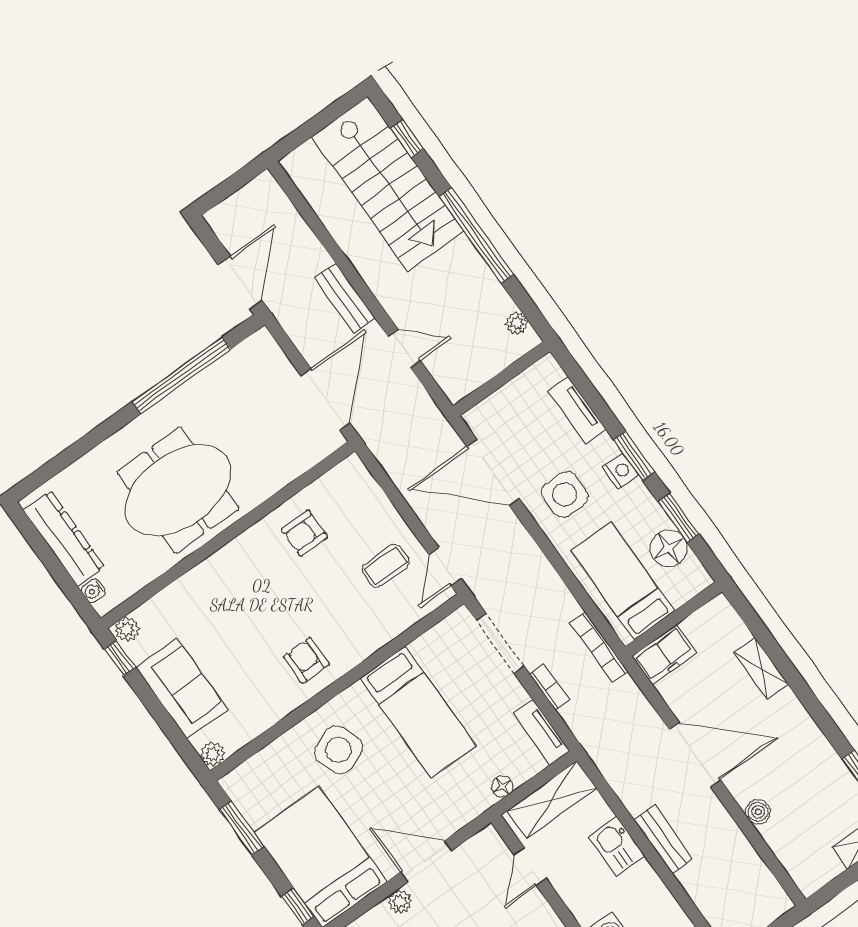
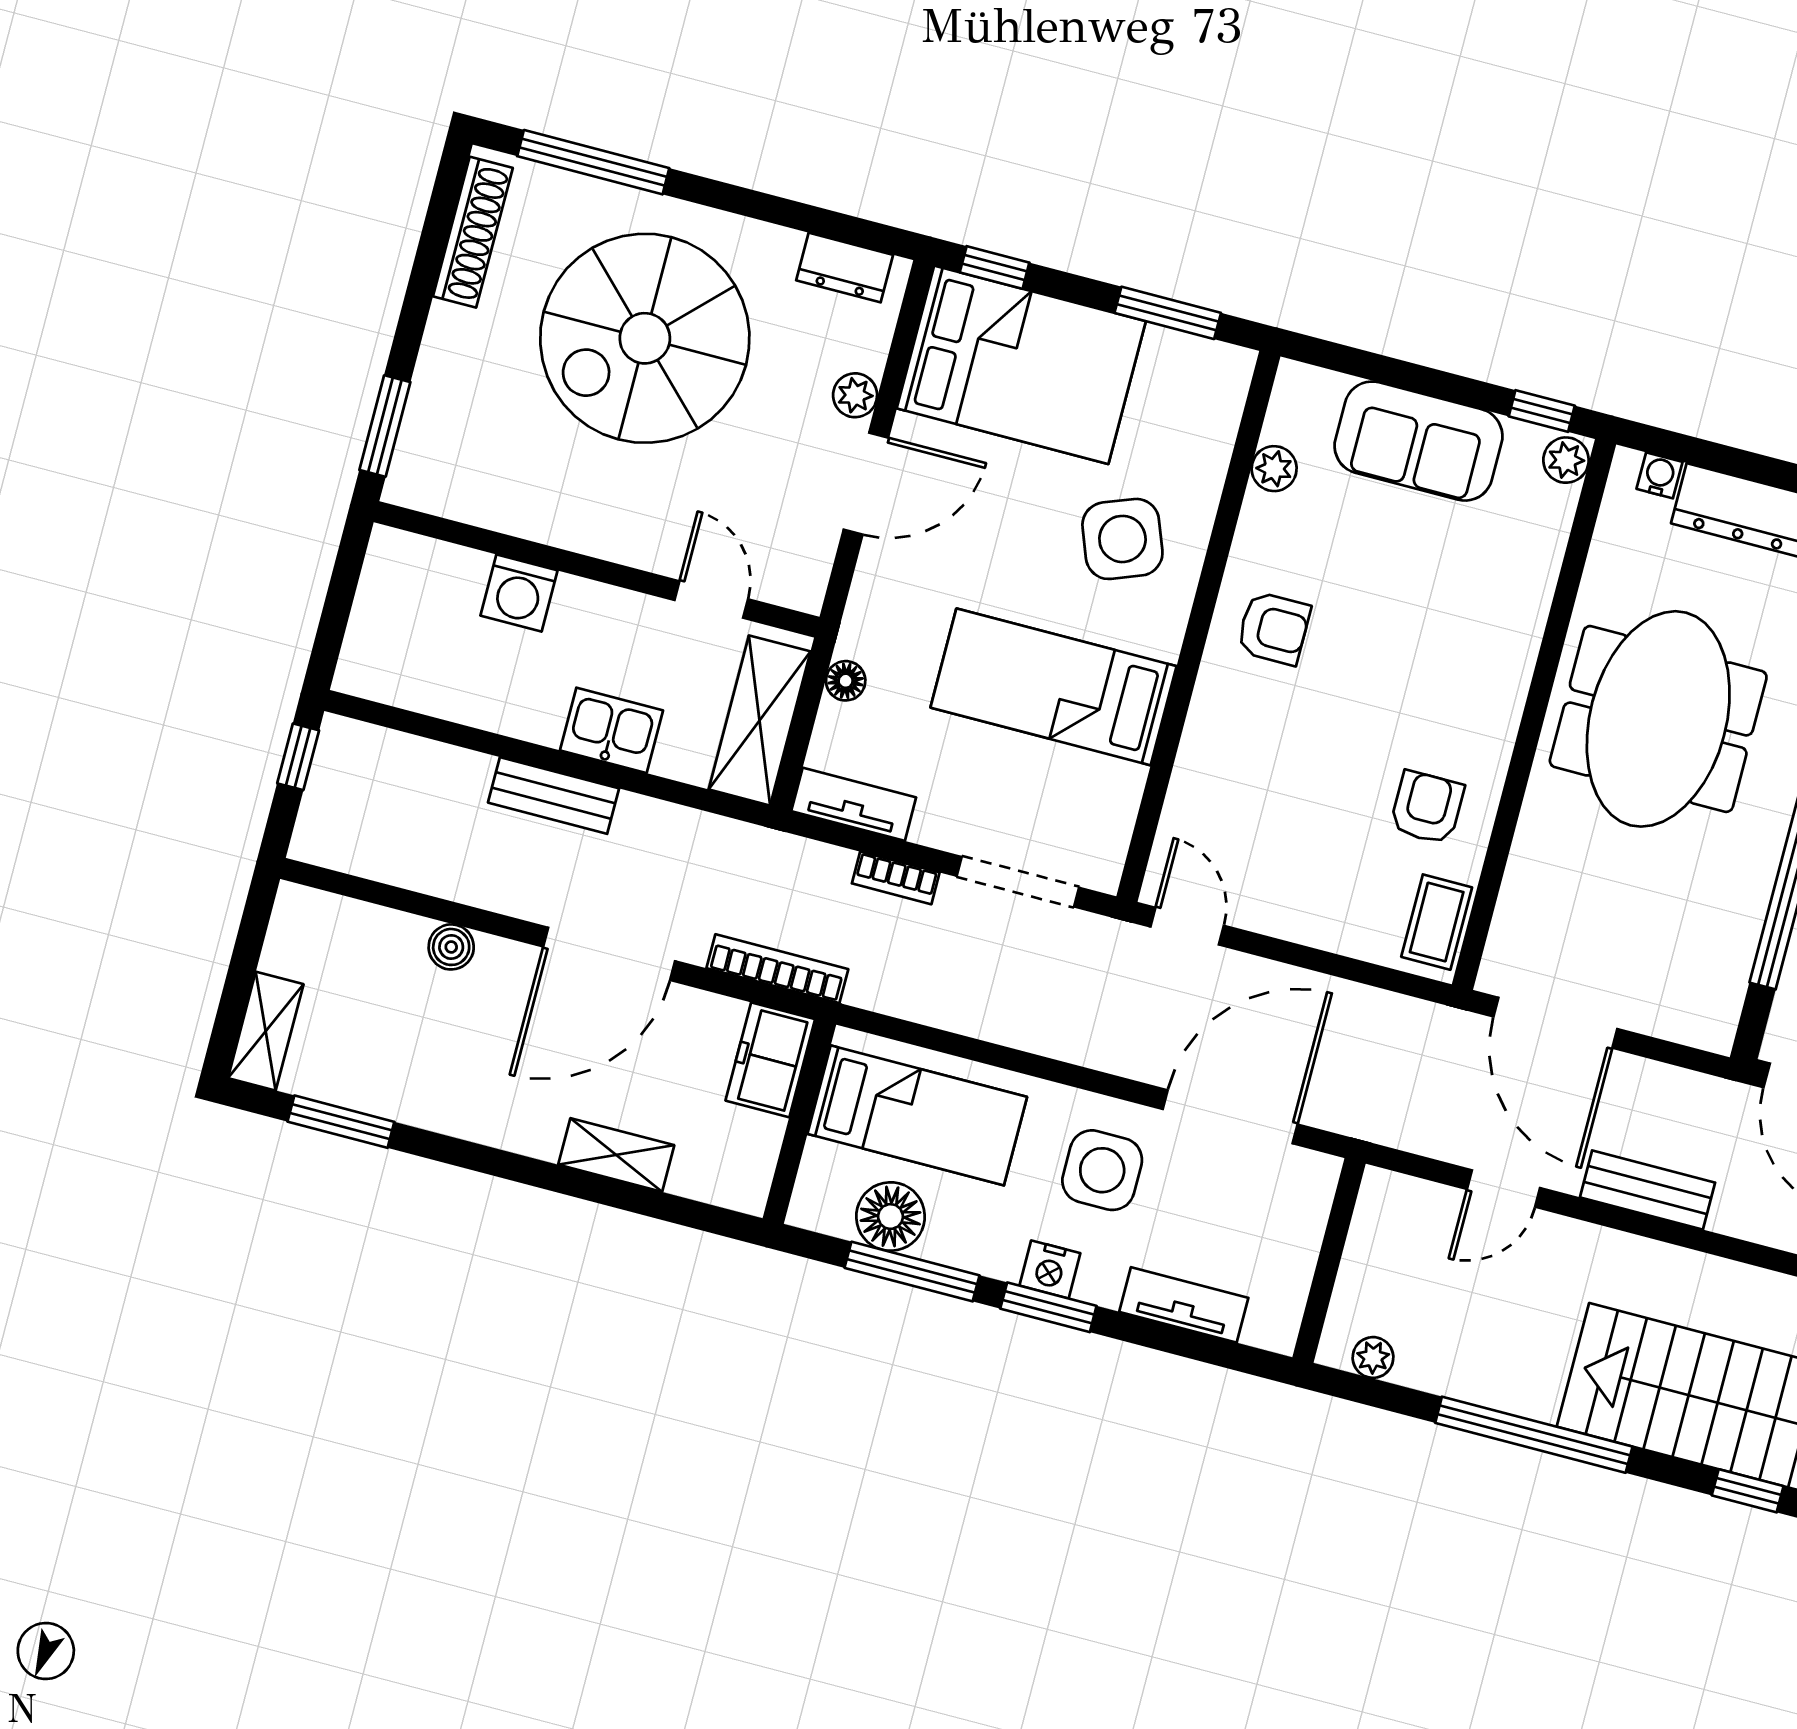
window: (679, 518) -> (912, 1272), width x1.44
coffee table: (386, 566) -> (1437, 922), moved
bookcase: (599, 647) -> (777, 969), moved
plant: (213, 754) -> (1274, 469), moved

